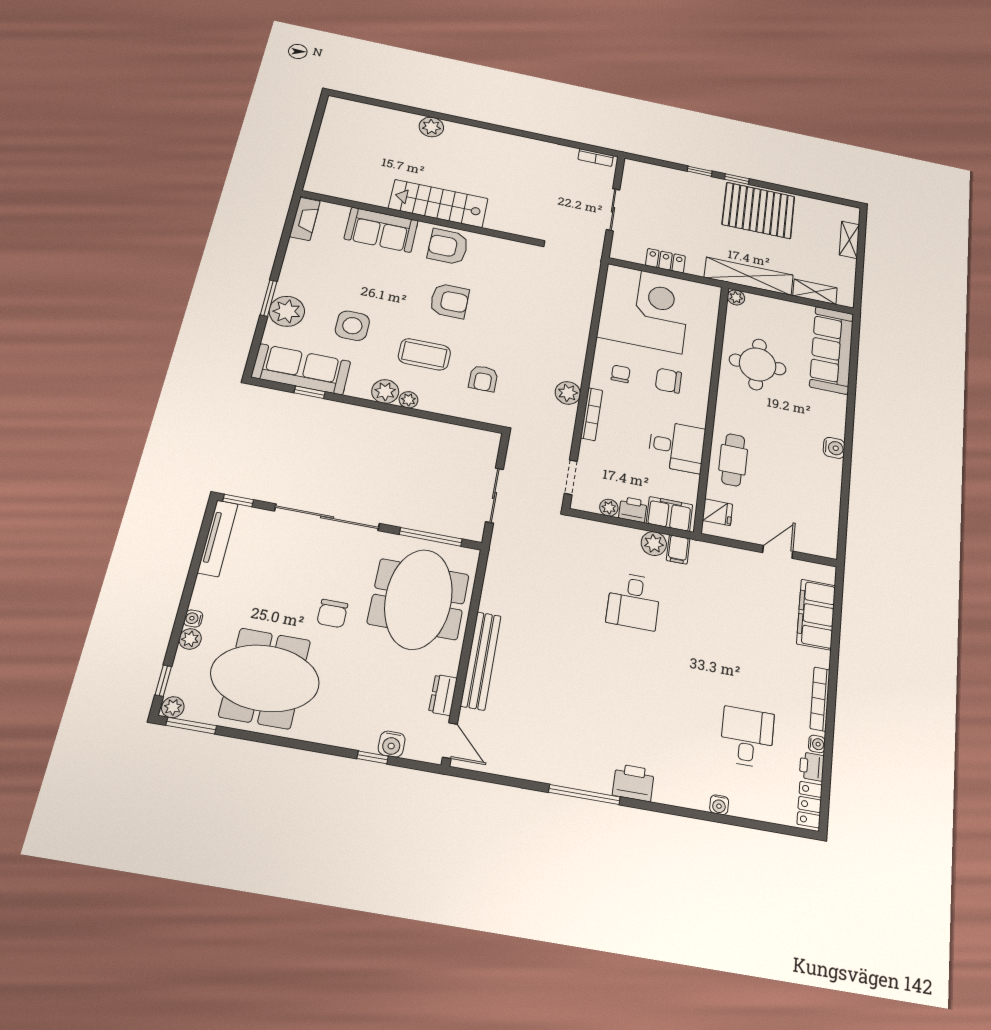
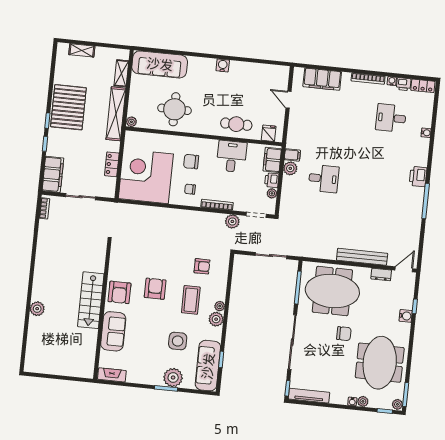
filing cabinet: (651, 176) -> (53, 174), added
chair: (668, 381) -> (191, 162), turned 90
plant: (568, 393) -> (232, 221), moved
water cooler: (392, 744) -> (406, 316), moved

